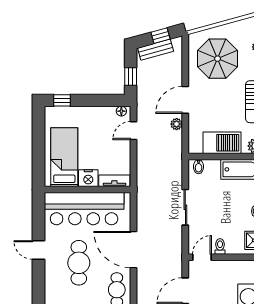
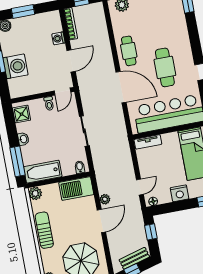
barbecue: (222, 143) -> (76, 188), moved
nightstand: (88, 178) -> (180, 193), moved, turned 180

